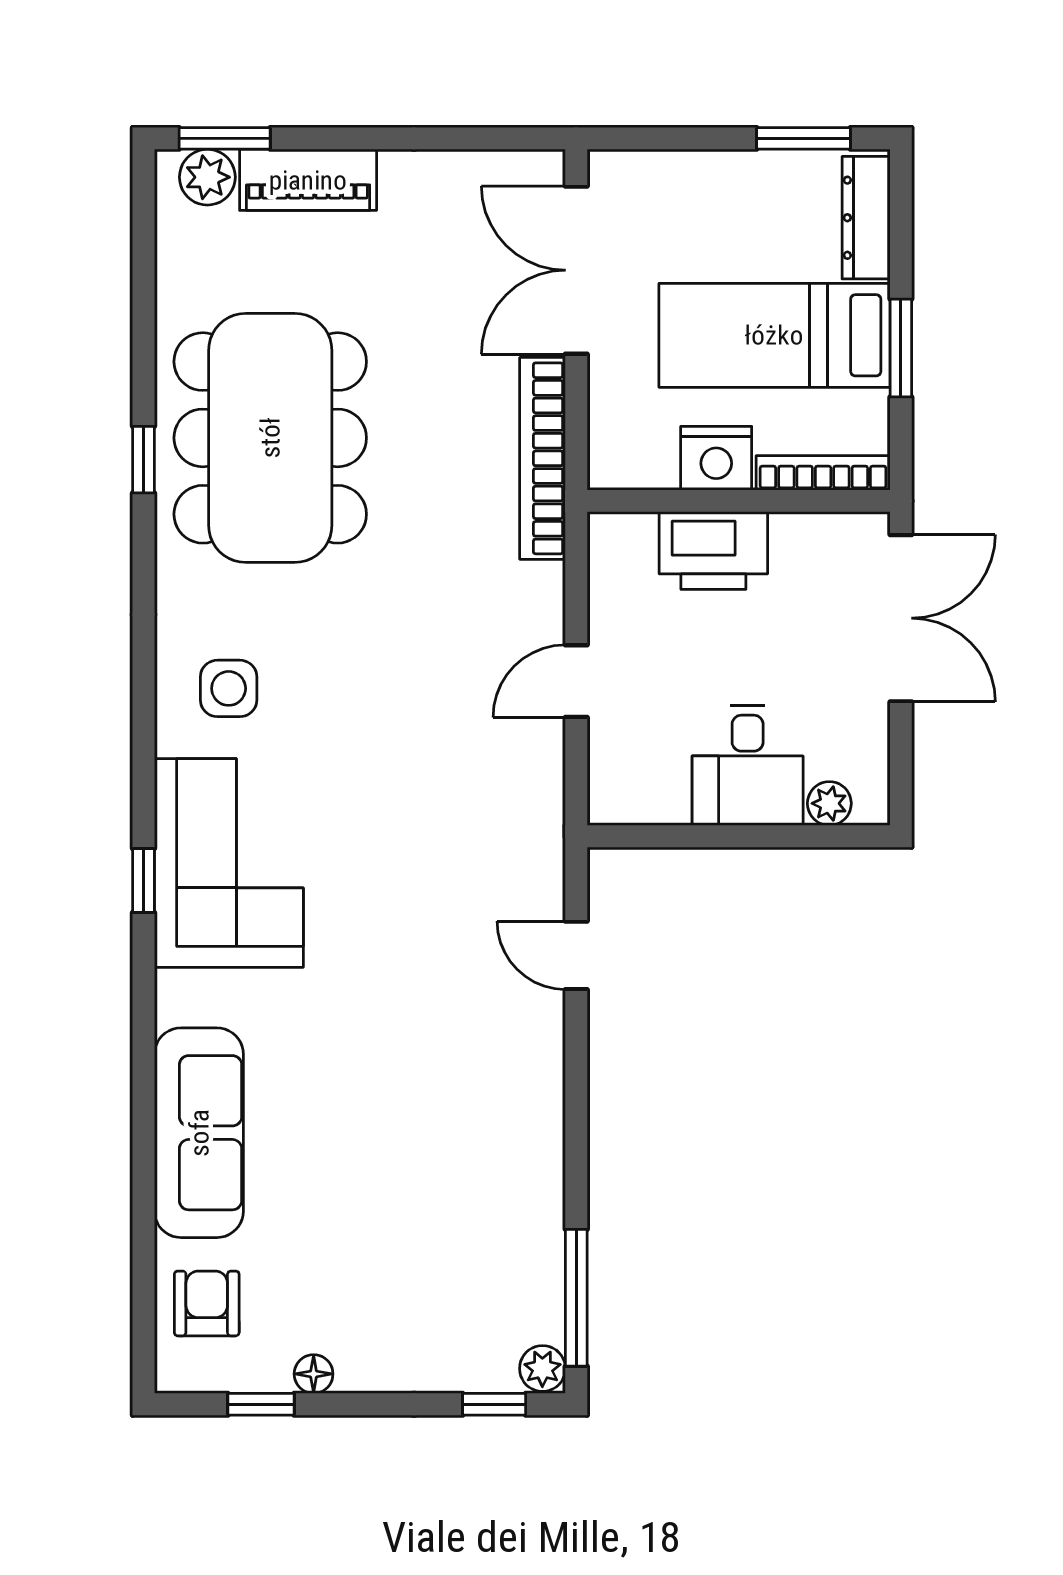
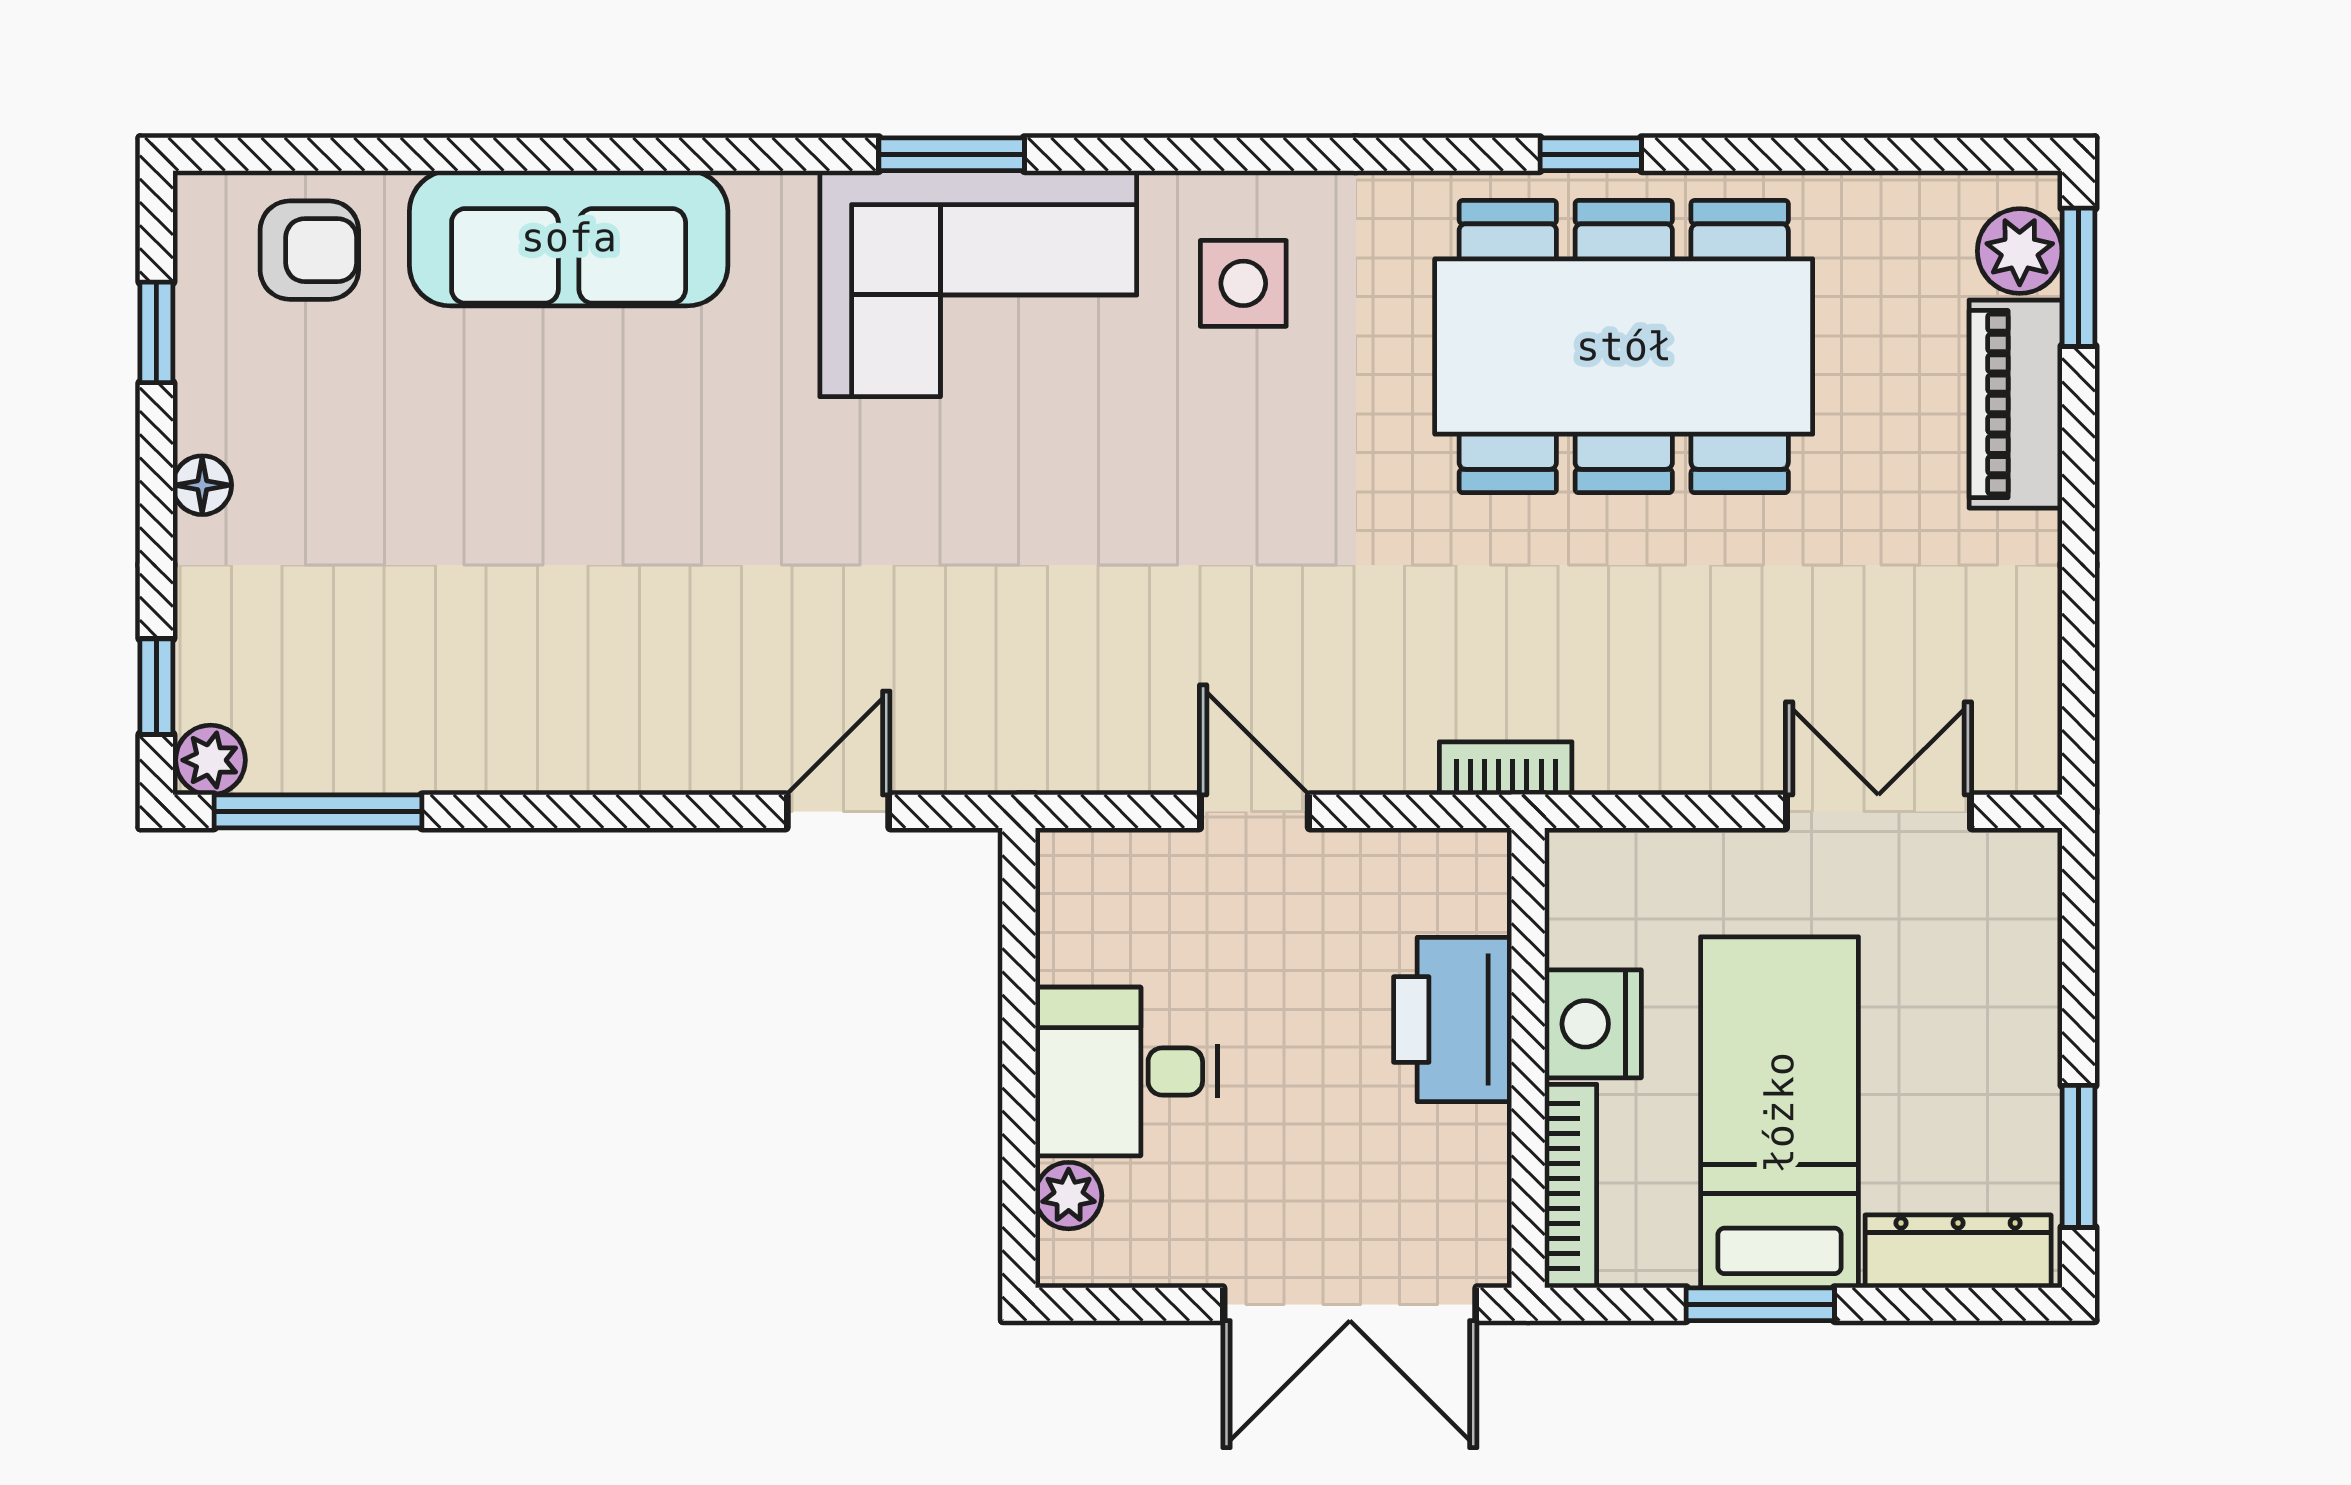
double door: (576, 270) -> (1878, 811), width x0.73
bookcase: (543, 458) -> (1506, 768), width x0.43, depth x0.76
window: (144, 881) -> (952, 154), width x1.50
floor lamp: (314, 1374) -> (202, 485), moved

